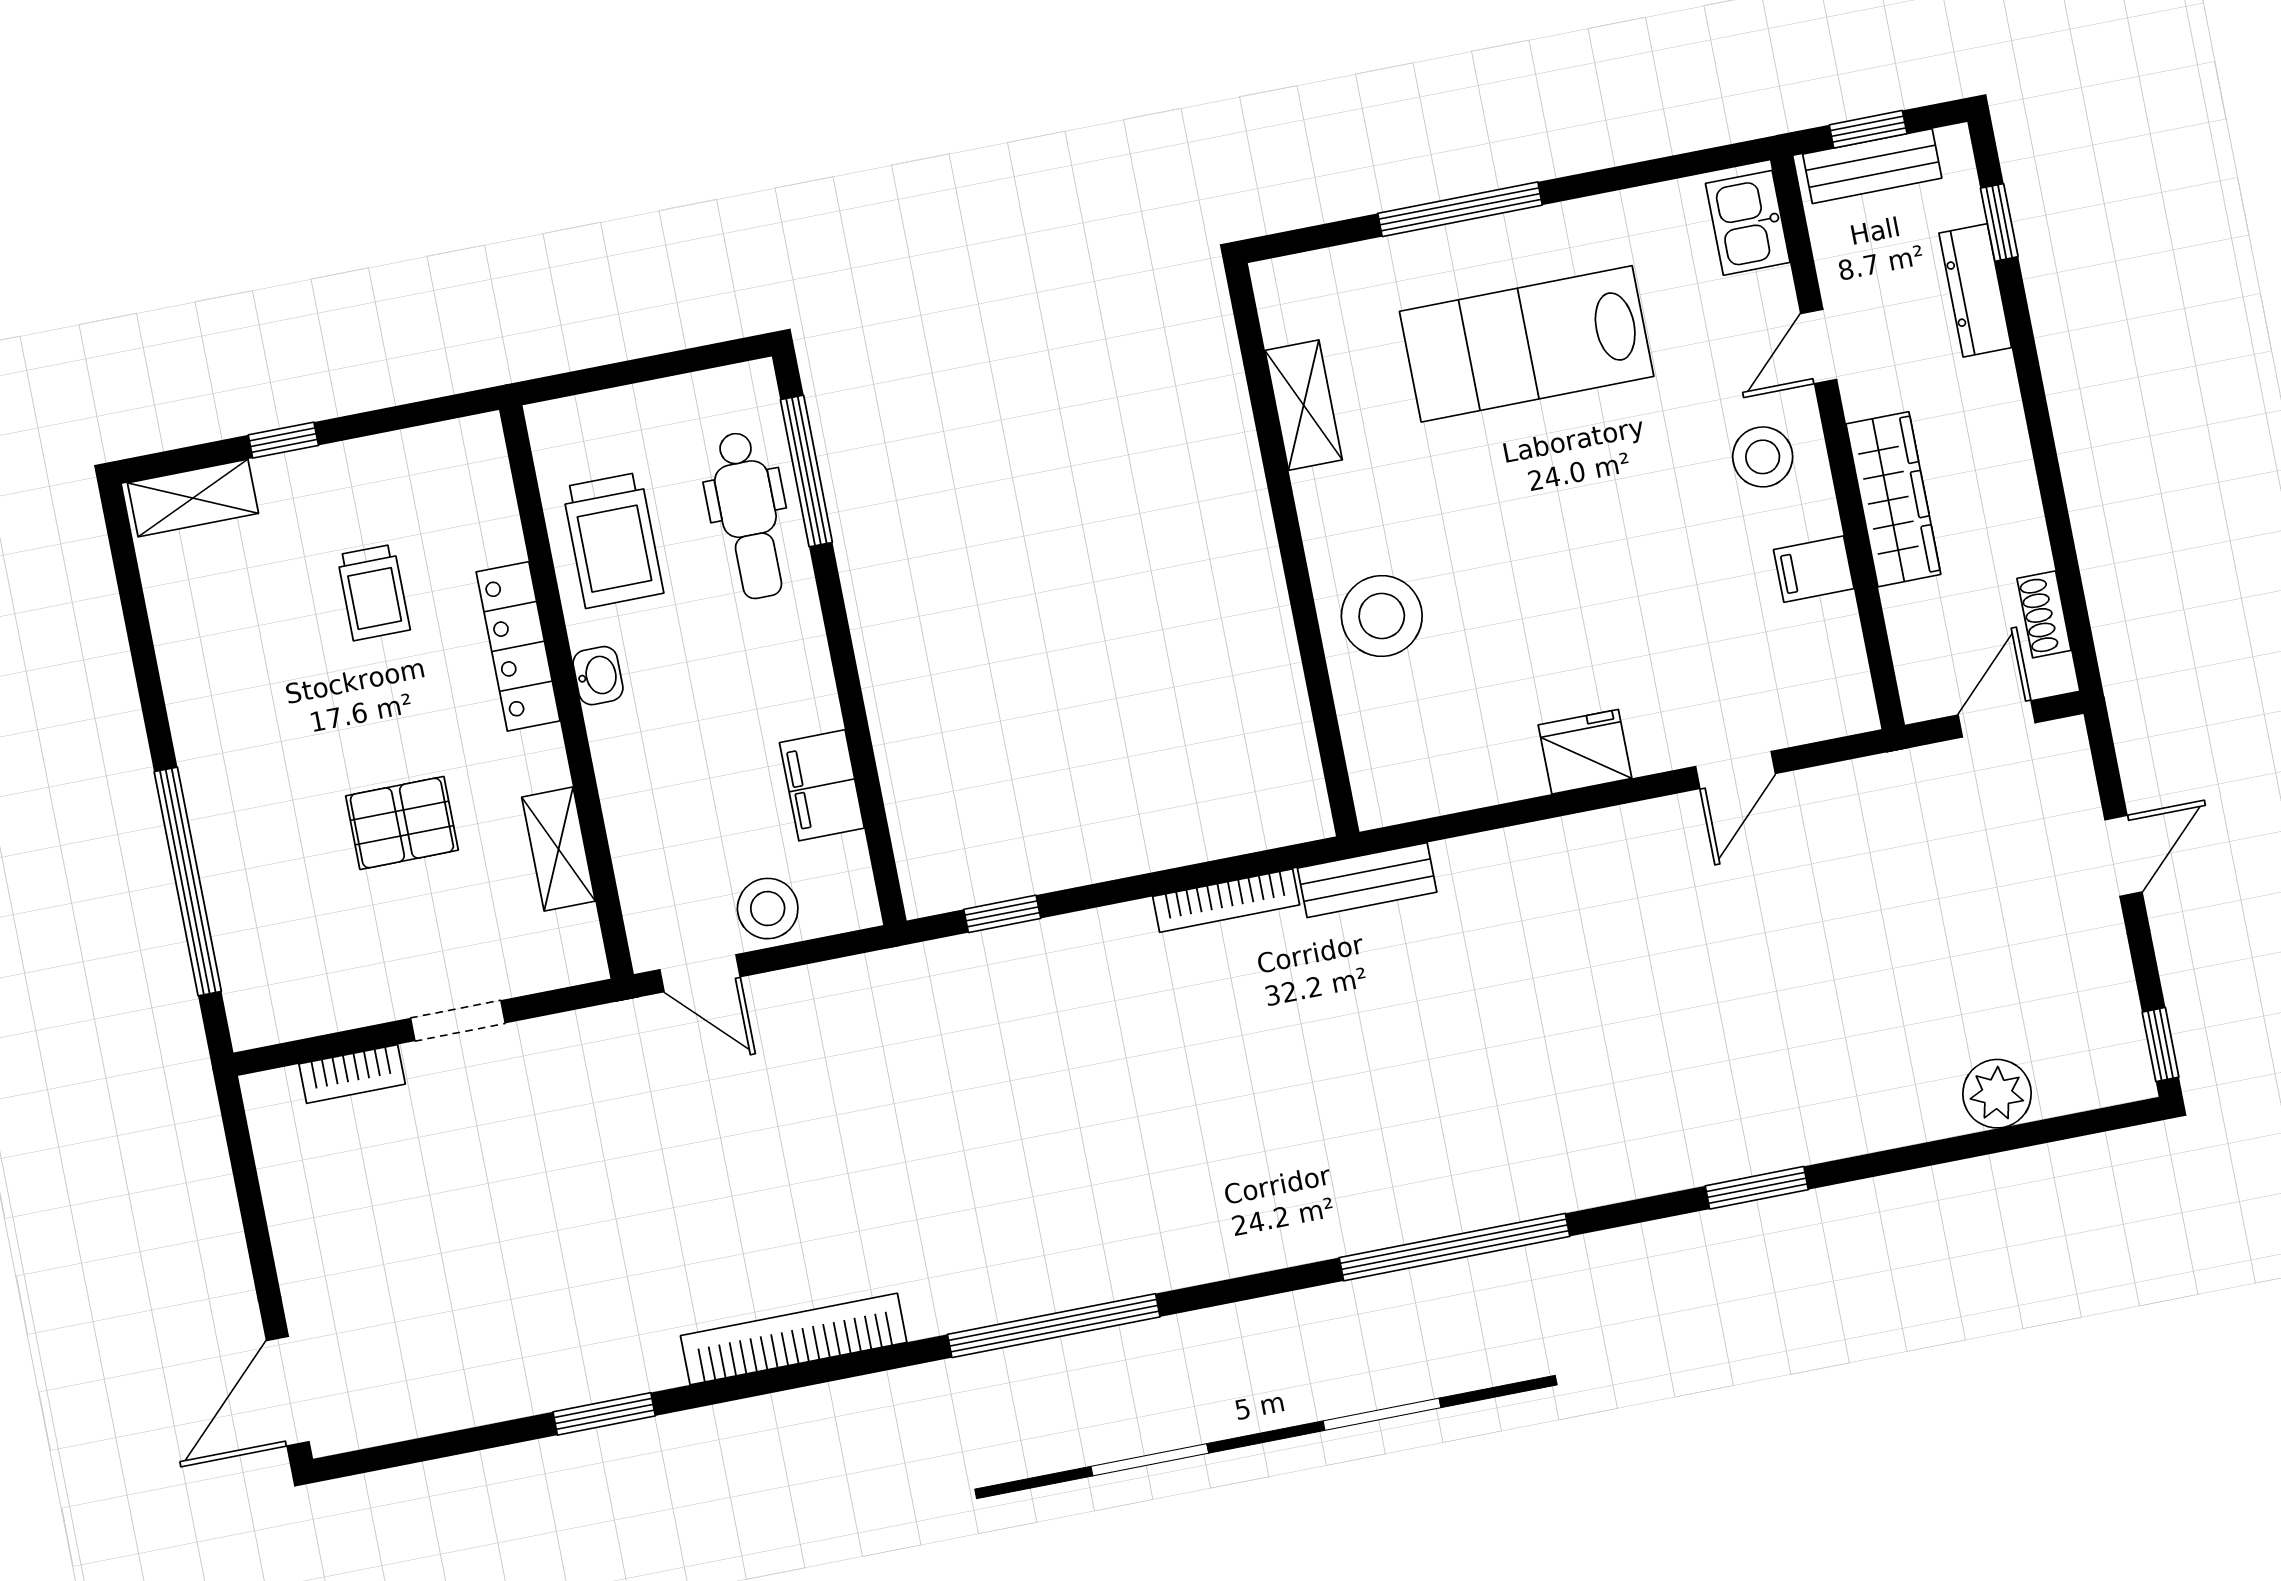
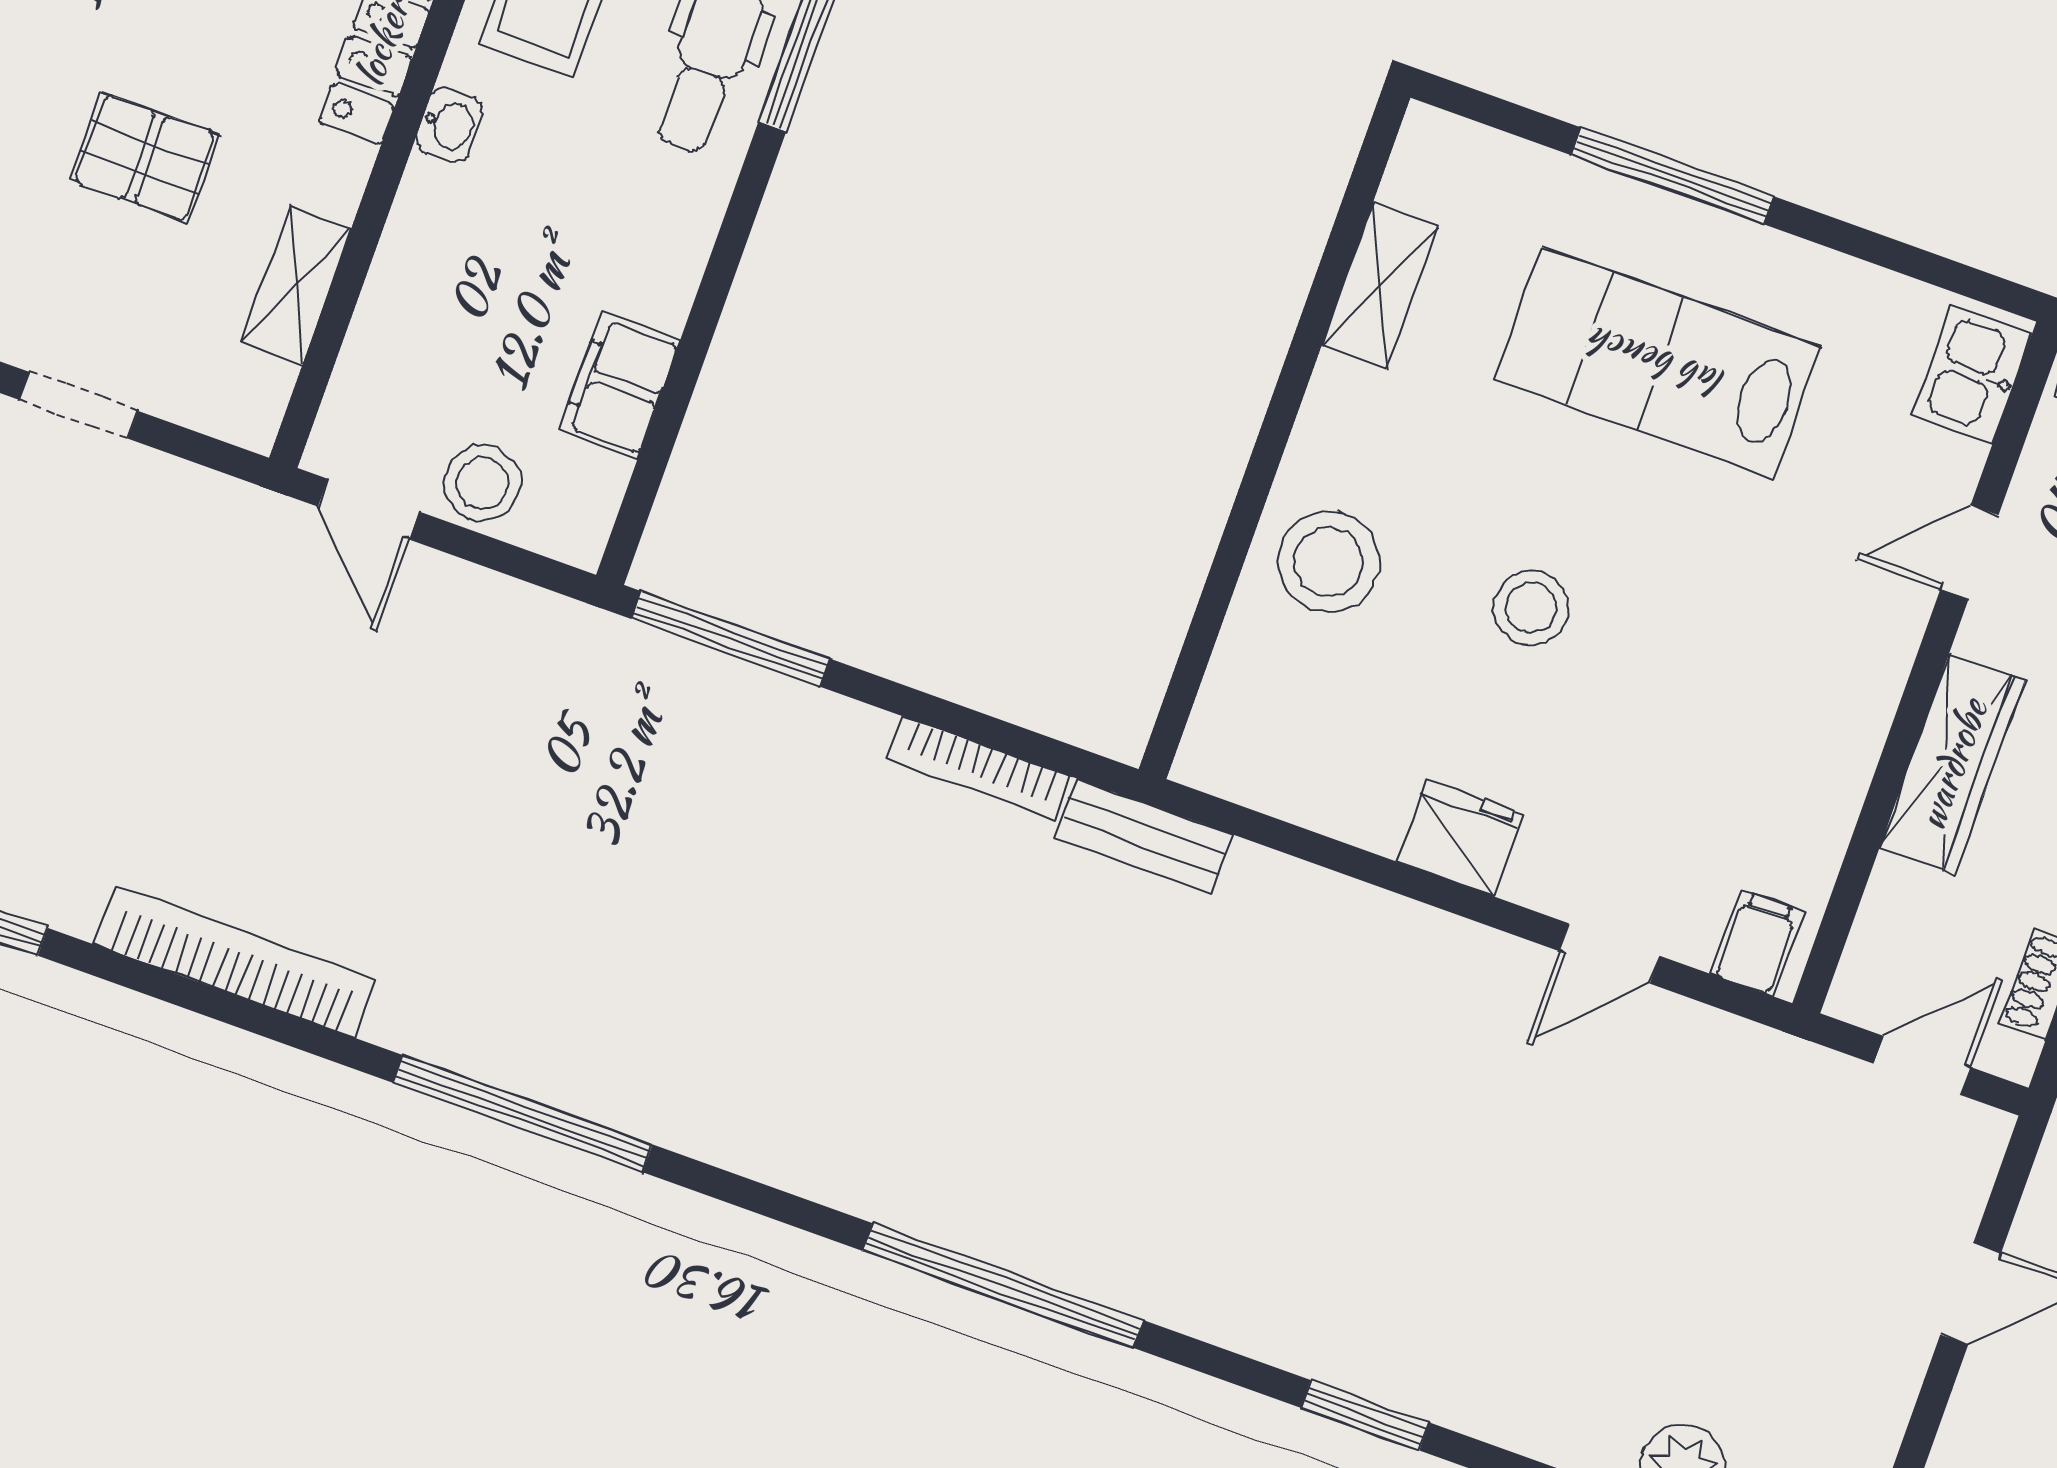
stool: (1763, 457) -> (1531, 608), moved
filing cabinet: (1814, 569) -> (1757, 943), moved, turned 90
window: (1002, 914) -> (731, 639), width x2.17

